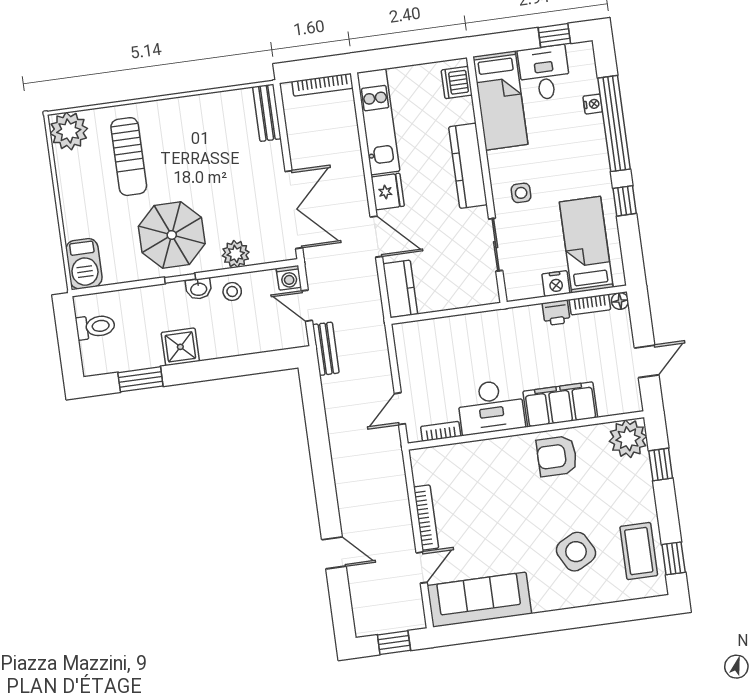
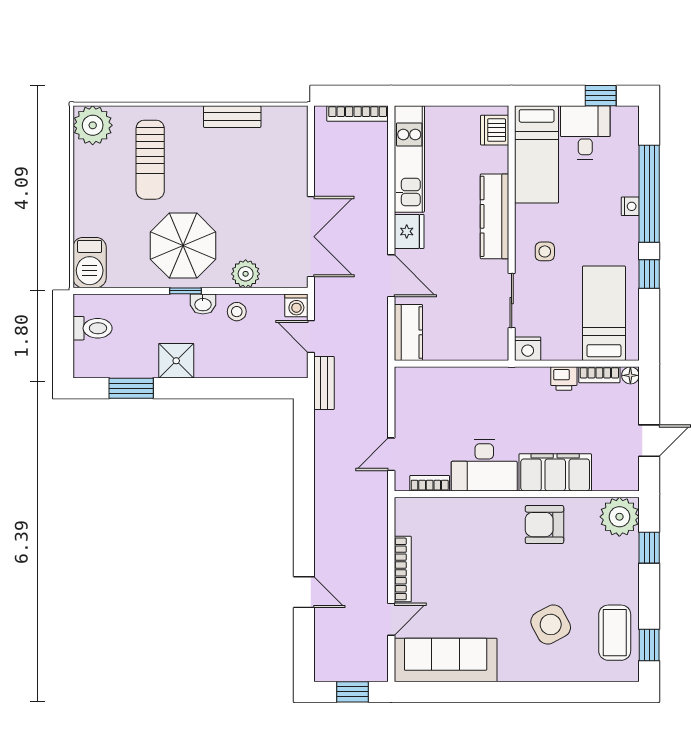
nightstand: (593, 104) -> (630, 206), moved
bench: (267, 113) -> (232, 117), moved, turned 90
nightstand: (556, 284) -> (528, 349), moved

